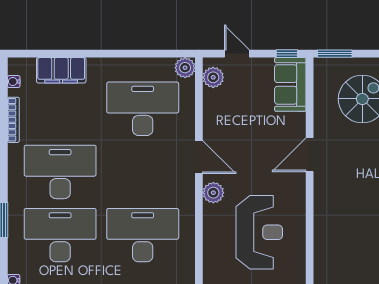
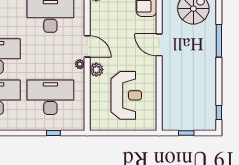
door: (310, 155) -> (159, 45), hinge flipped
plant: (188, 184) -> (80, 64), added

